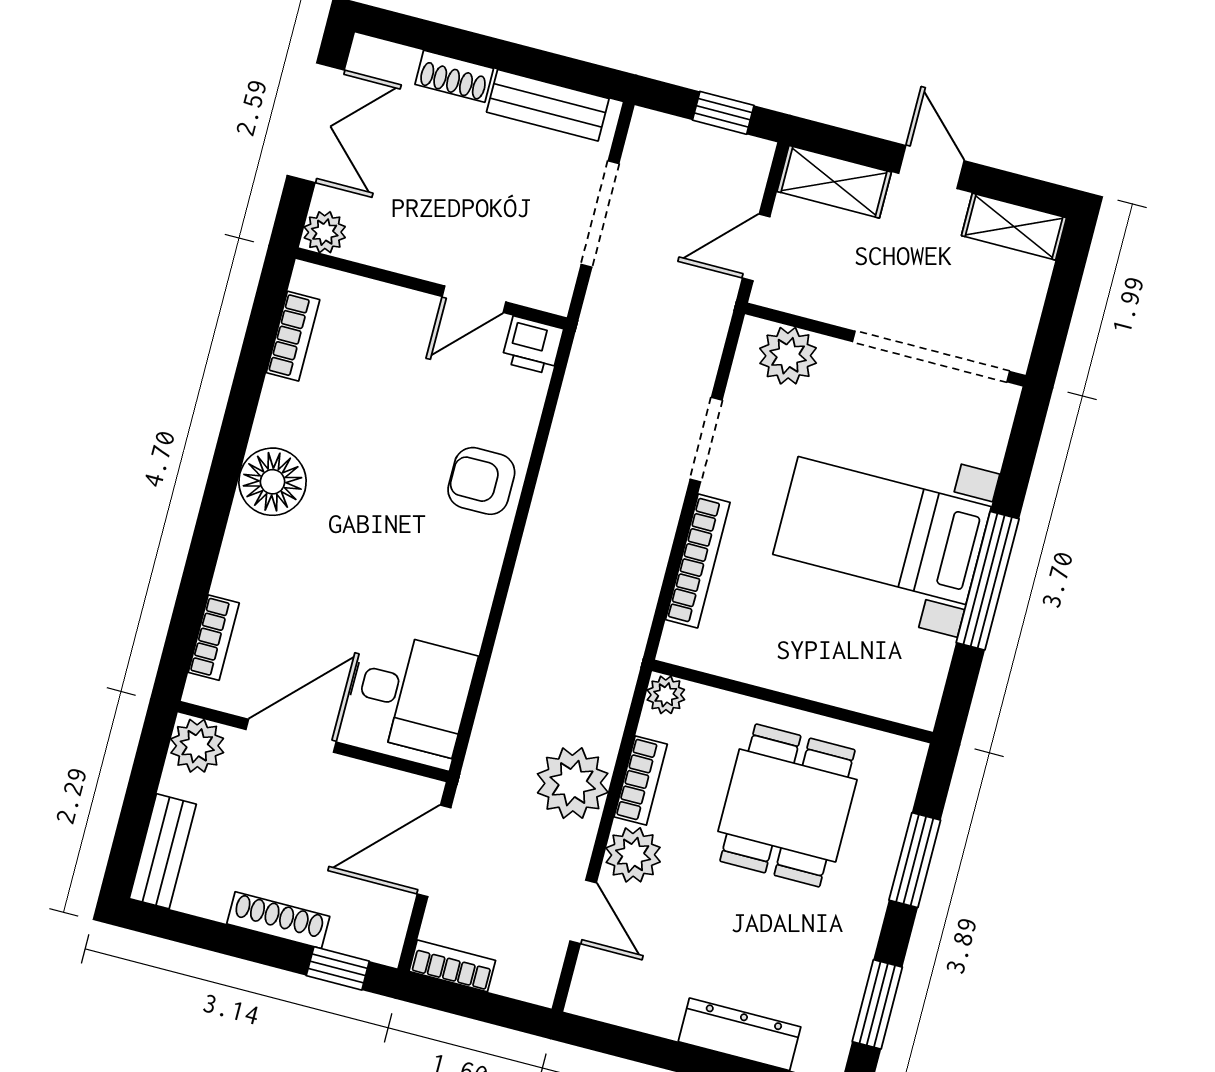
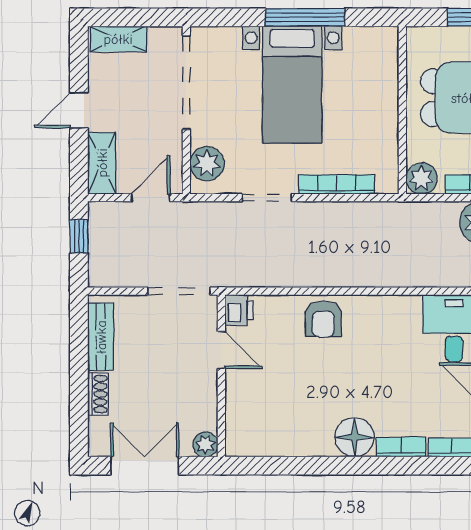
doorway: (600, 214) -> (179, 291), moved
shelving: (1014, 227) -> (118, 39), moved, turned 90
door: (756, 247) -> (150, 198), swing flipped
bookcase: (293, 336) -> (401, 447), moved
plant: (666, 695) -> (422, 179), width x1.38, depth x1.38

